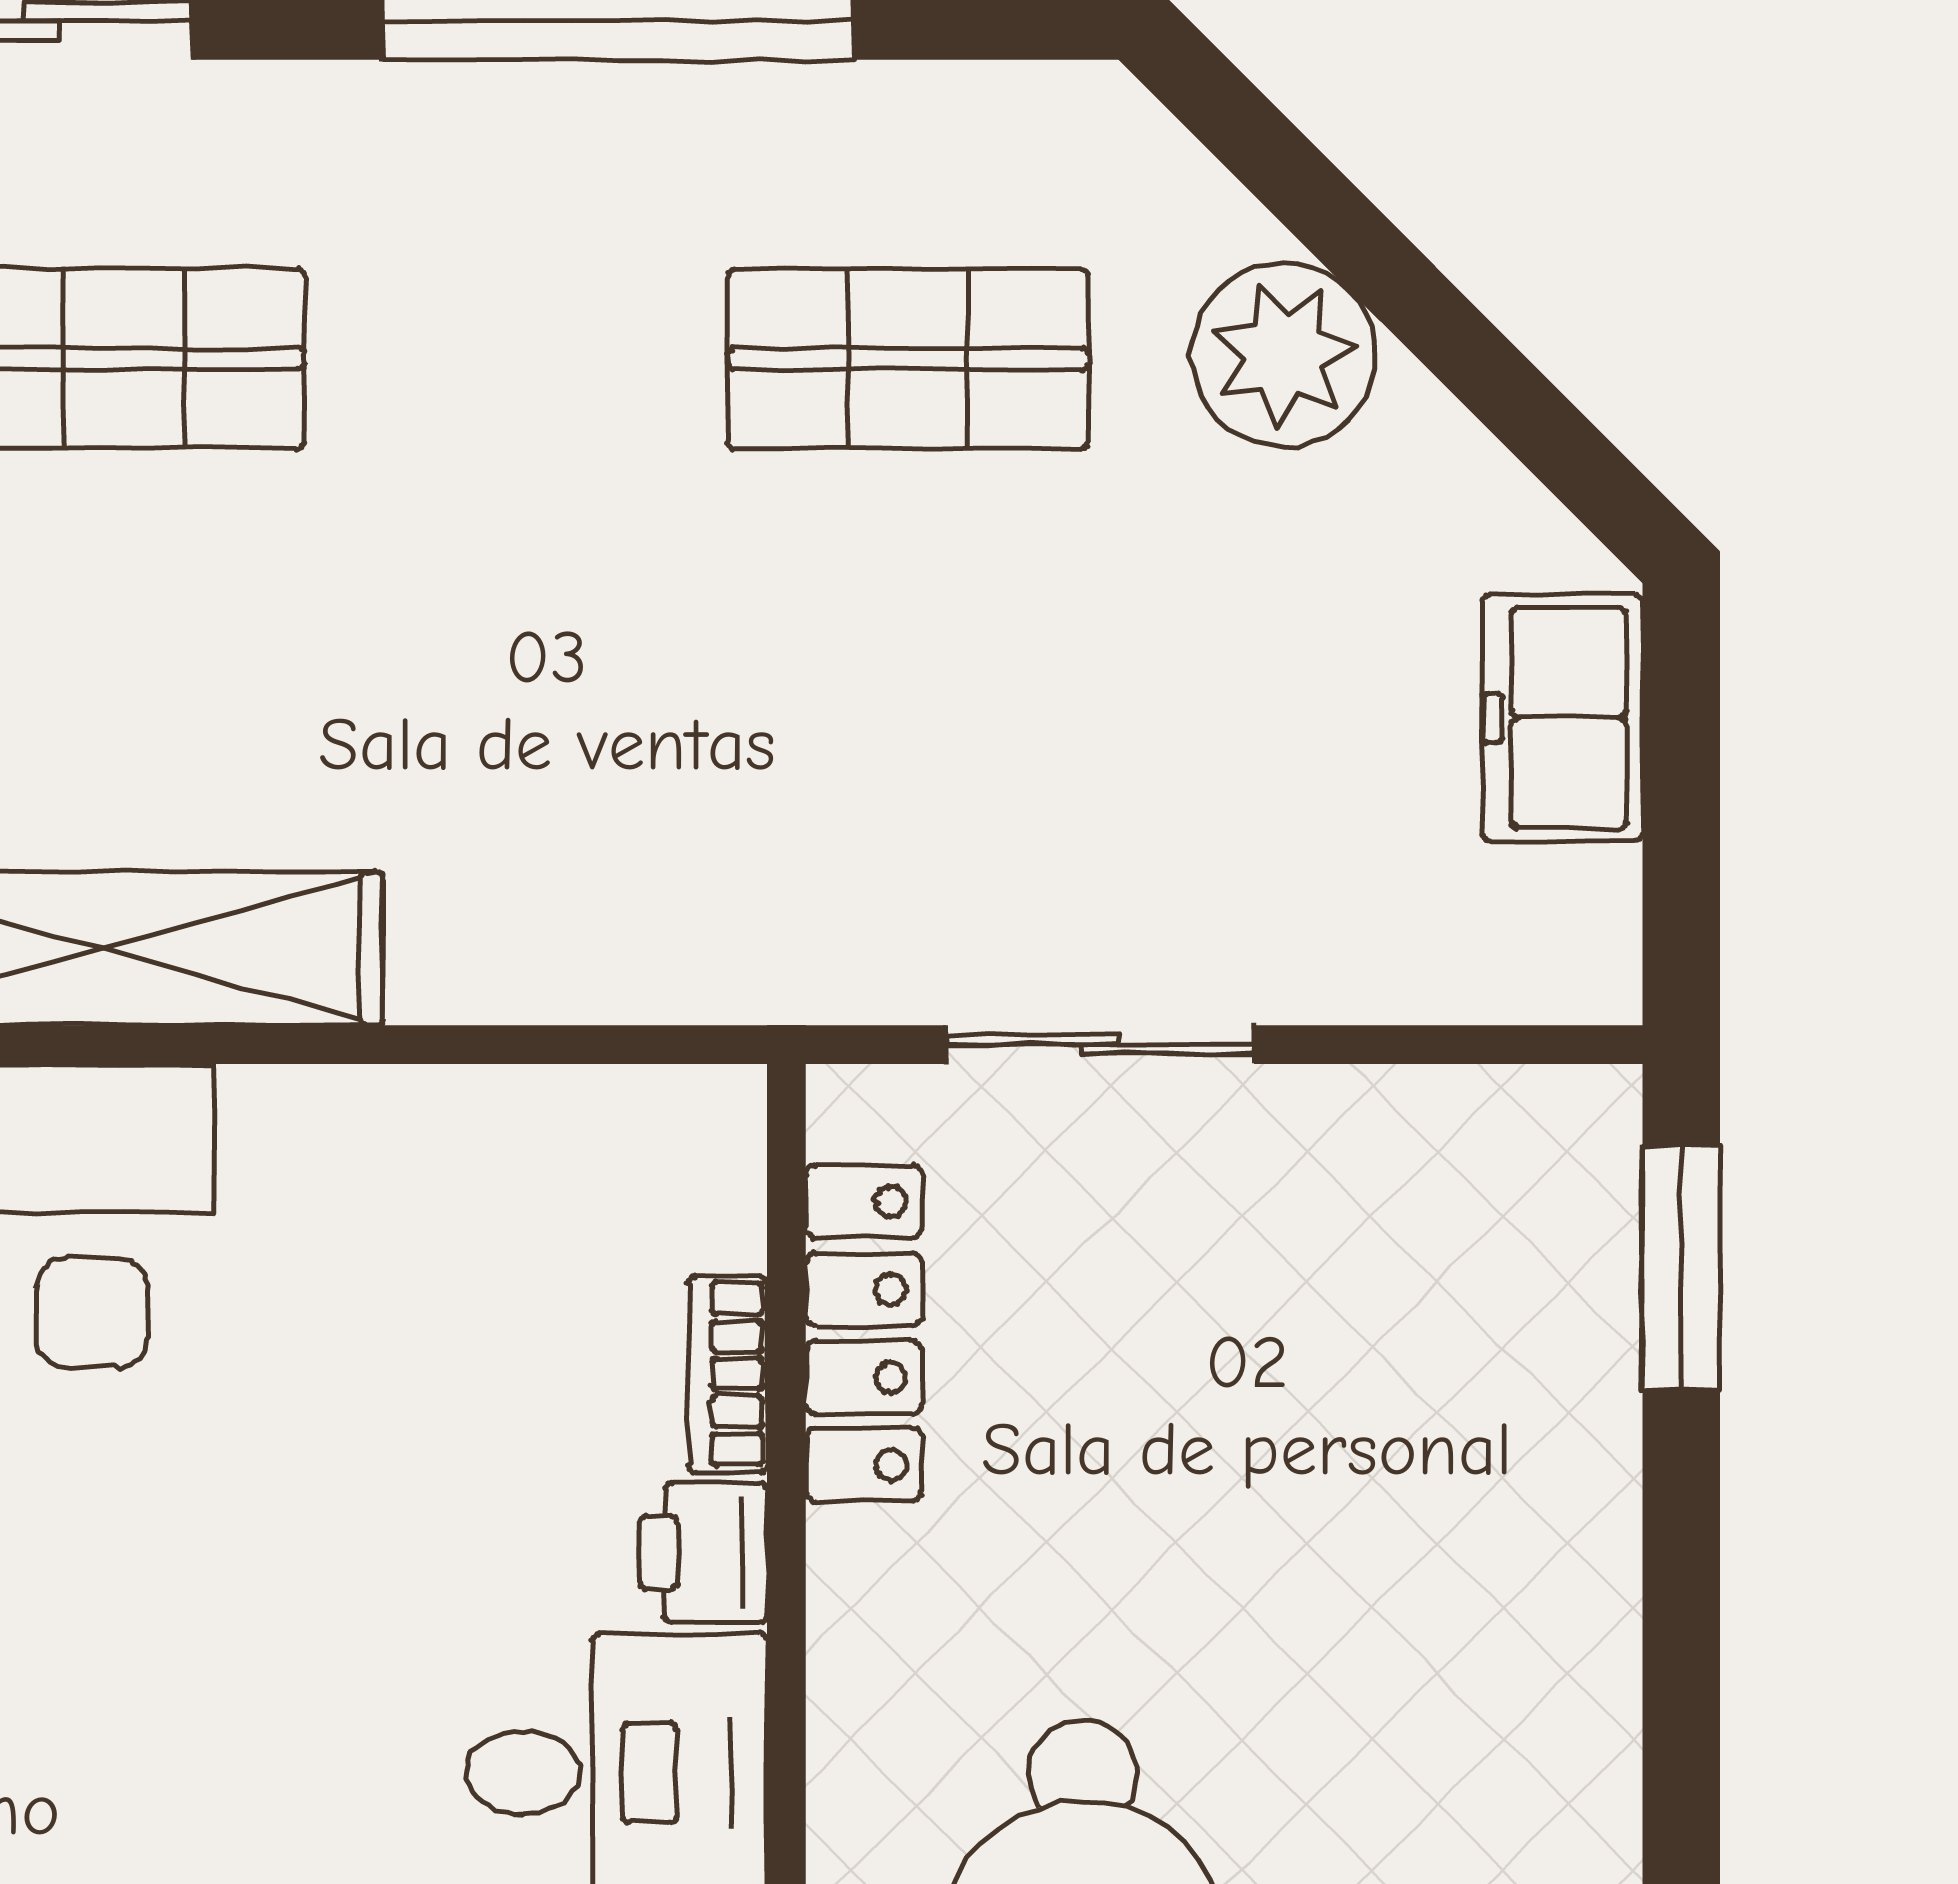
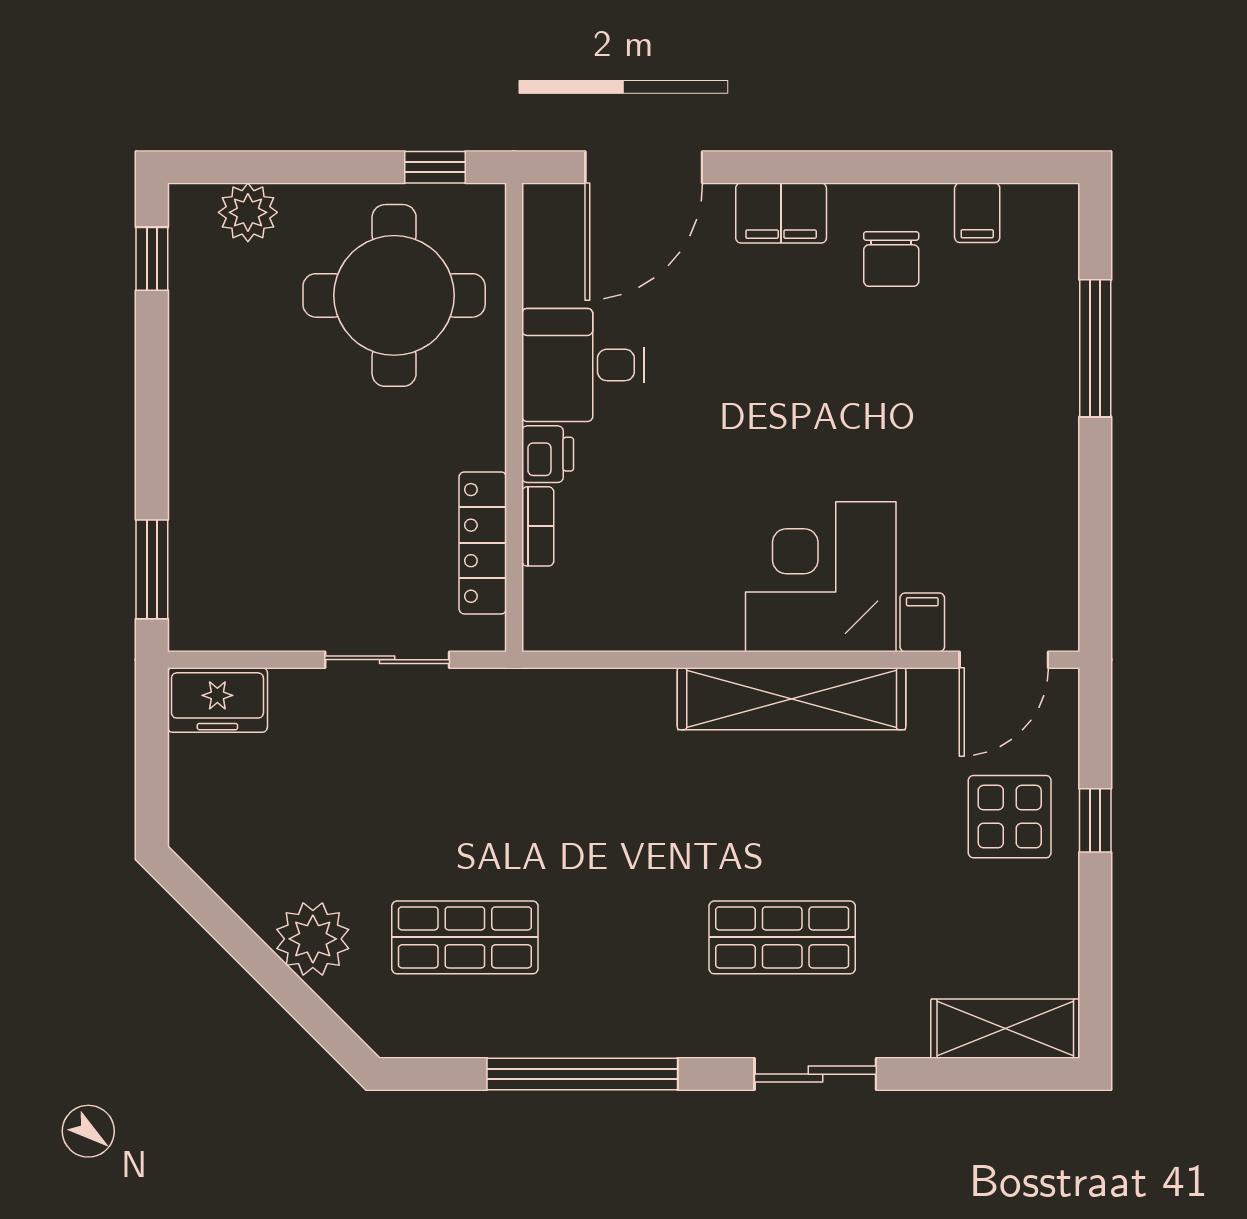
freezer: (1562, 718) -> (217, 700), moved, turned 90

